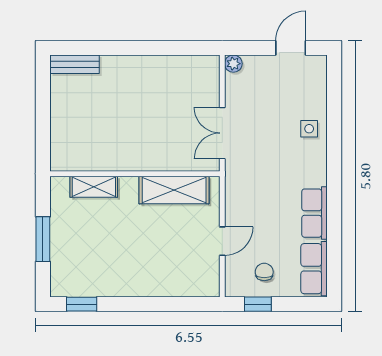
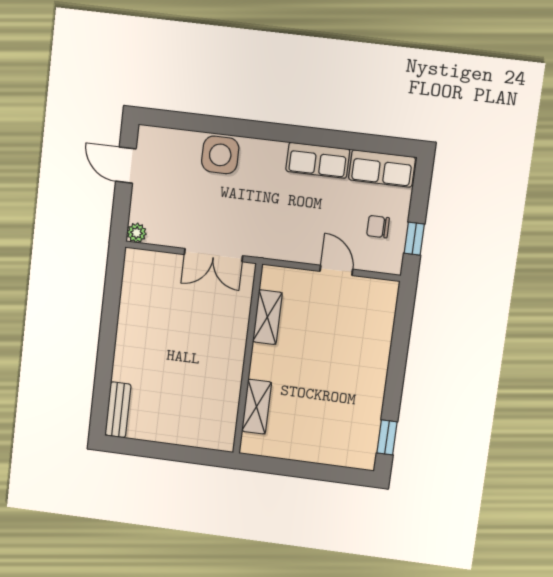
side table: (309, 129) -> (220, 155), width x1.87, depth x1.87
shelving: (174, 190) -> (267, 317), width x0.67, depth x0.75
window: (43, 239) -> (308, 470), removed

